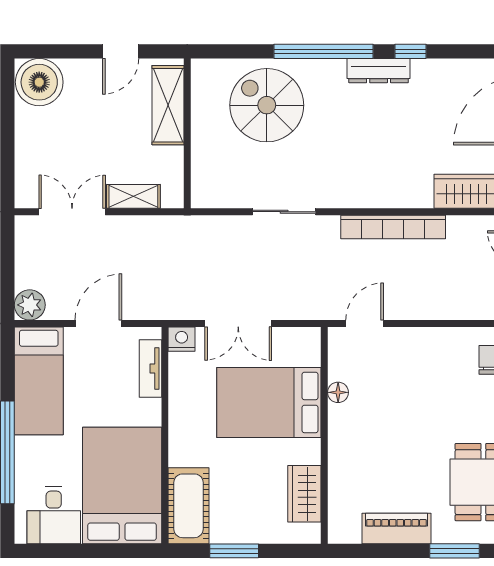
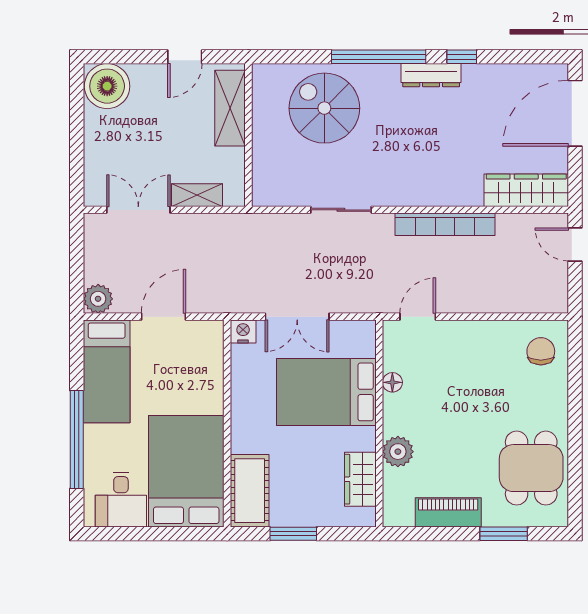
tv unit: (151, 368) -> (213, 360), removed
plant: (344, 465) -> (398, 452), added

